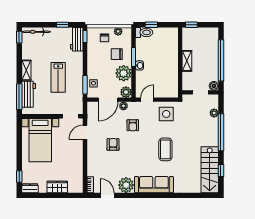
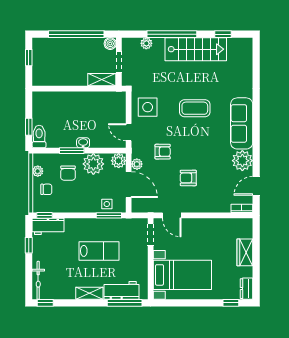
window: (191, 25) -> (29, 58), moved
shelving: (187, 61) -> (102, 80), moved
stairs: (210, 170) -> (196, 49), moved

